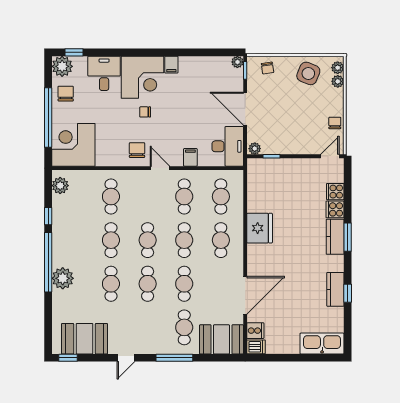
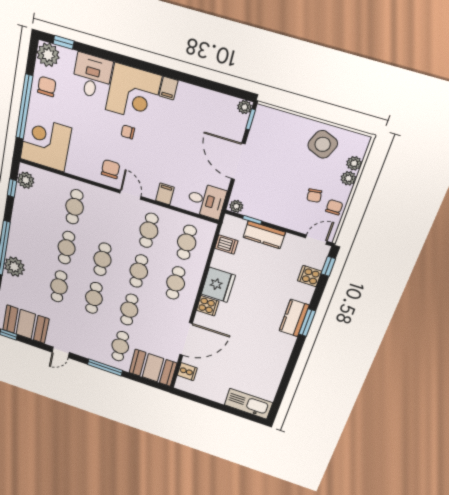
chair: (267, 68) -> (314, 196), moved
plant: (338, 68) -> (348, 178), moved
desk: (228, 146) -> (206, 201), width x0.73
cooker: (335, 209) -> (208, 306), moved, turned 180
window: (48, 216) -> (12, 188), moved
kitchen counter: (335, 289) -> (264, 235), moved, turned -90
window: (348, 293) -> (328, 266), moved
dishwasher: (256, 347) -> (226, 244), moved

